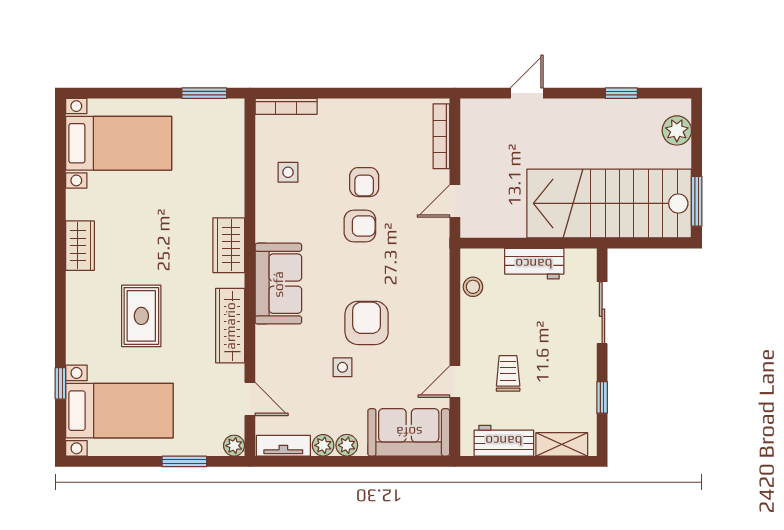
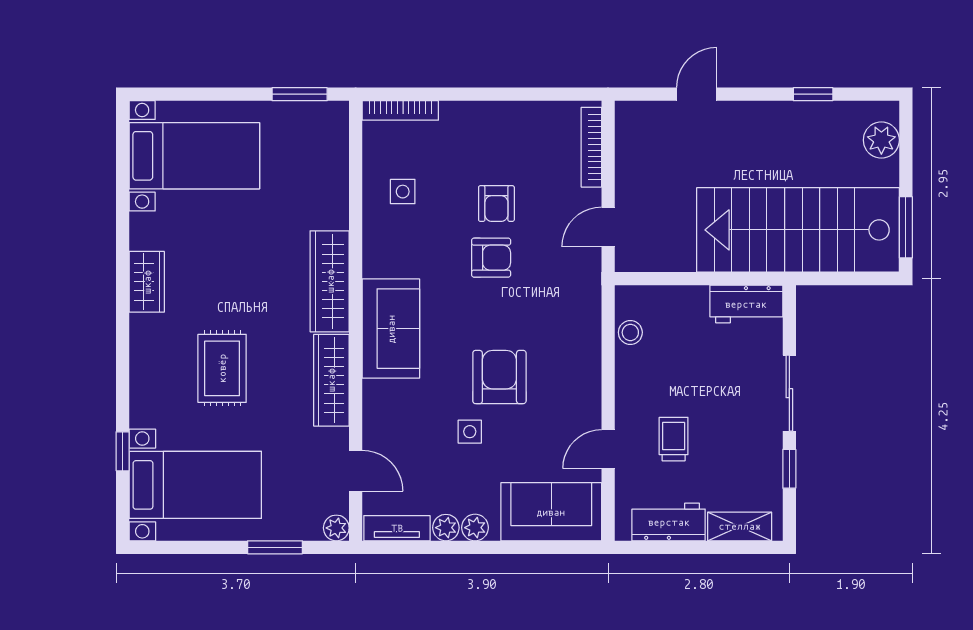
wardrobe: (229, 245) -> (330, 281), width x1.50
workbench: (534, 264) -> (746, 304), moved
sliding door: (602, 313) -> (789, 393), moved

